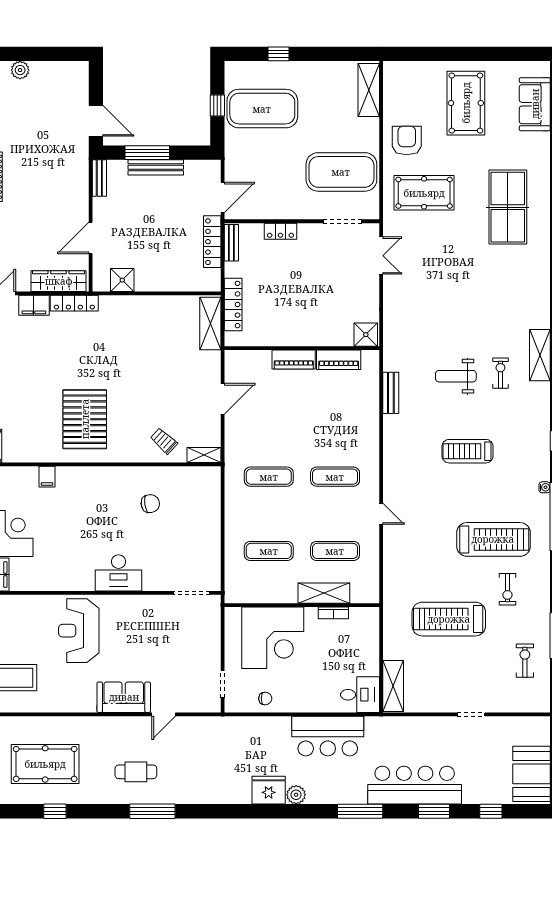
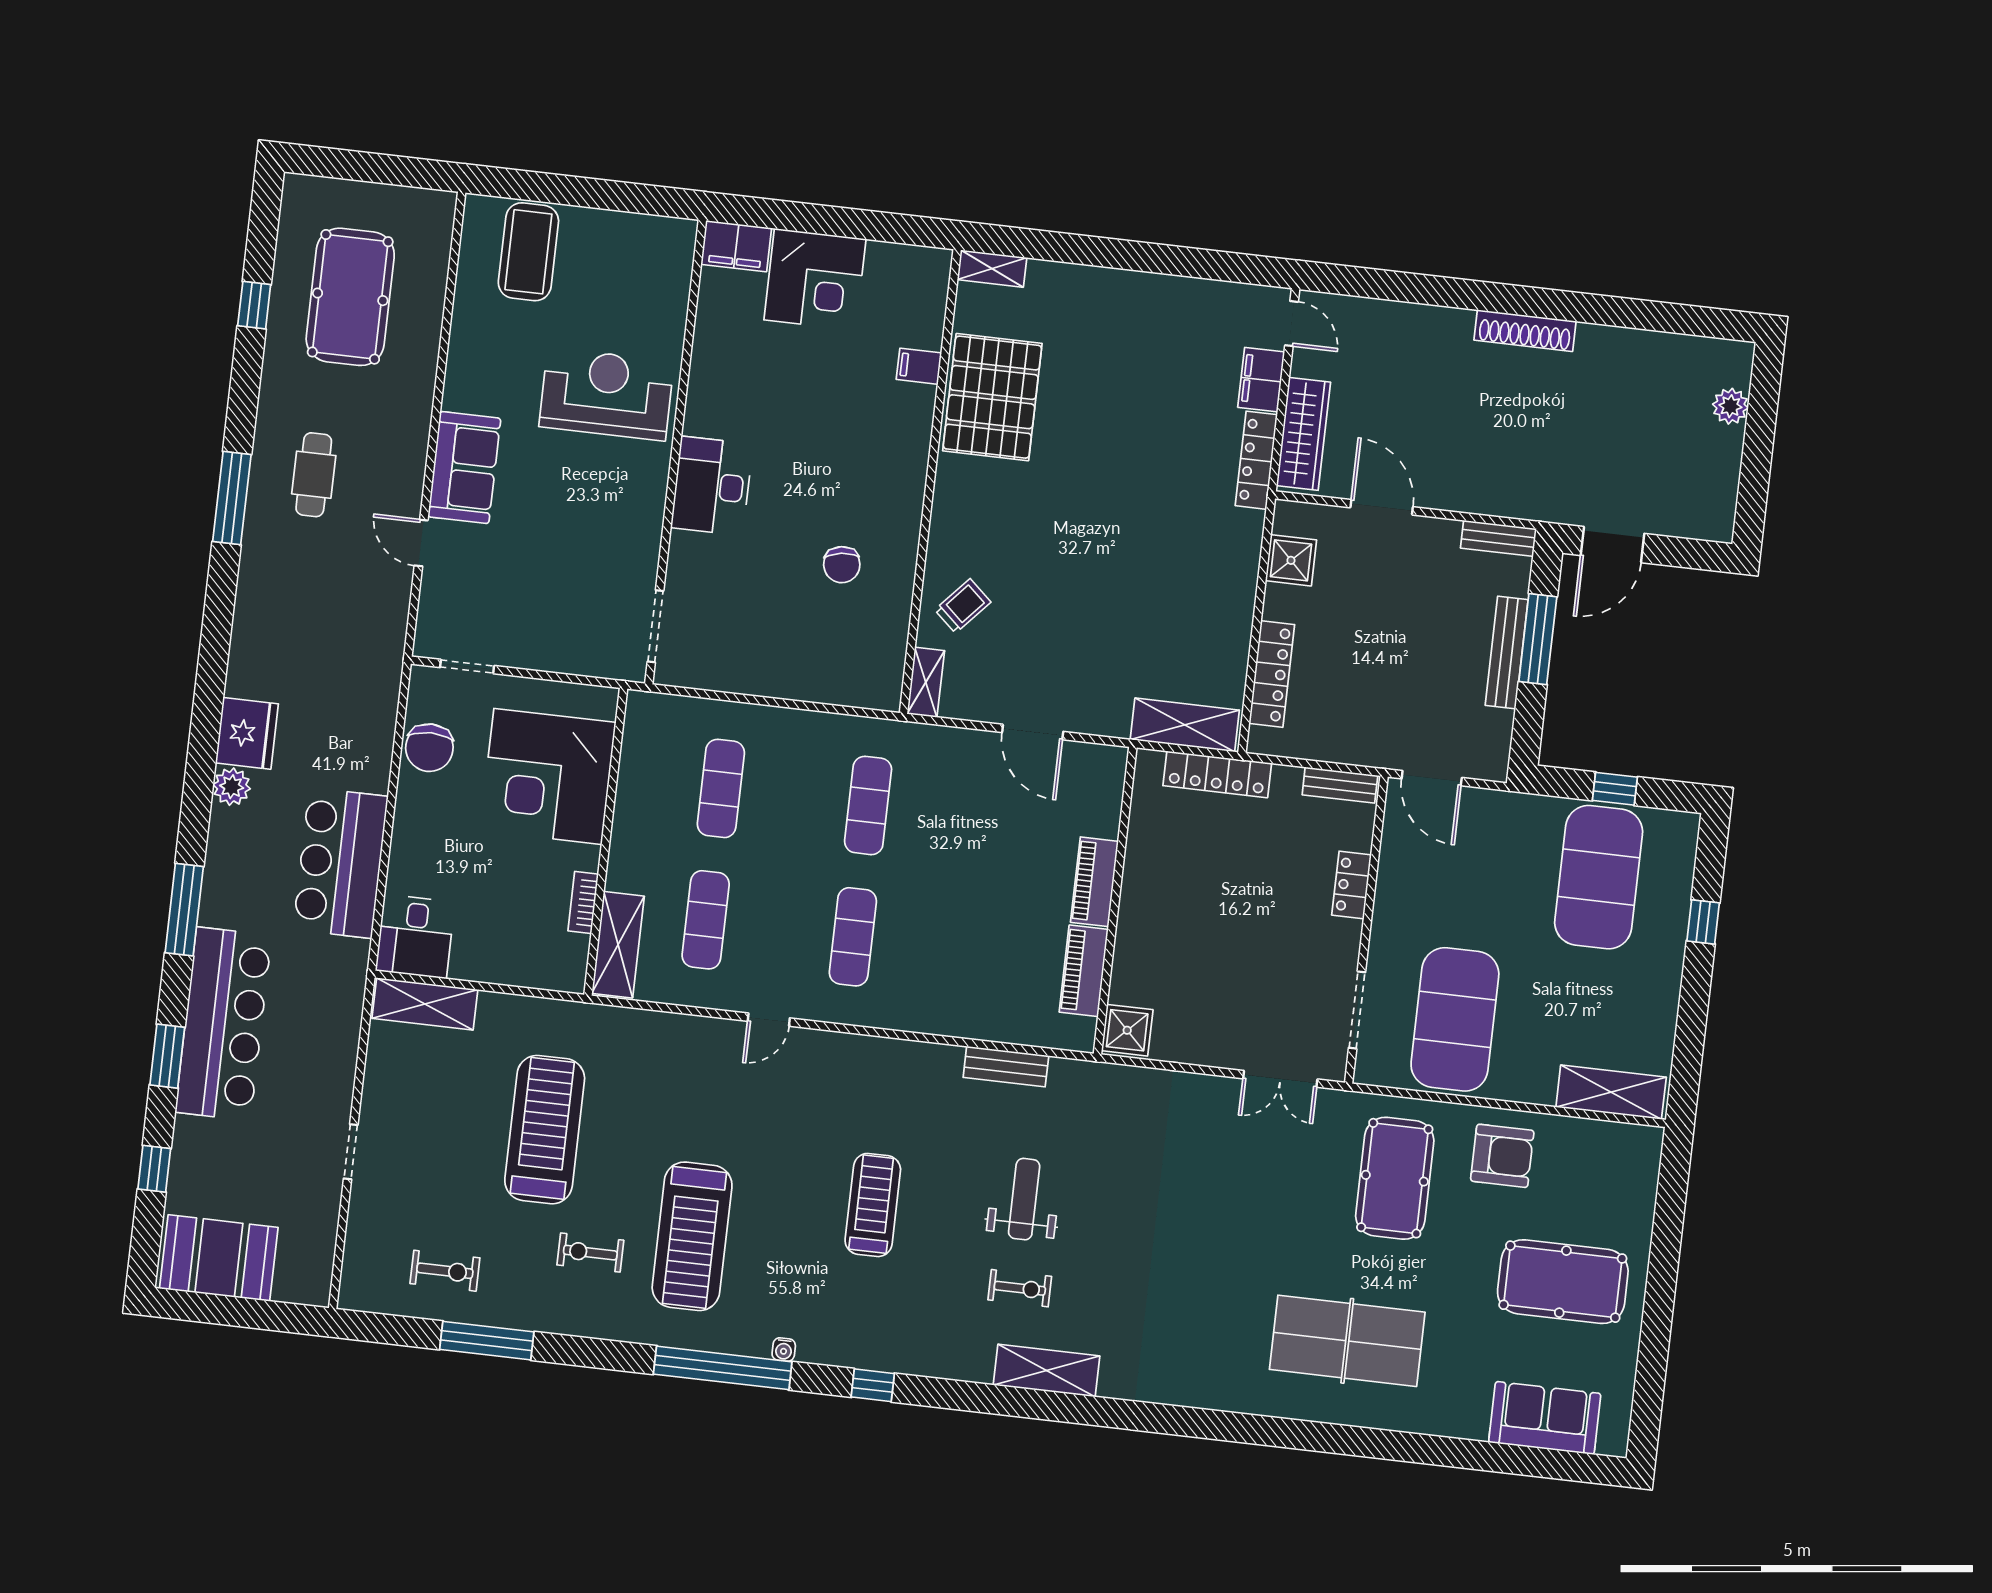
locker: (212, 242) -> (1272, 674), moved, turned 90
pallet: (85, 419) -> (992, 397), moved, turned 90
shelving: (324, 593) -> (618, 945), moved
chair: (265, 698) -> (429, 748), width x1.87, depth x1.87

